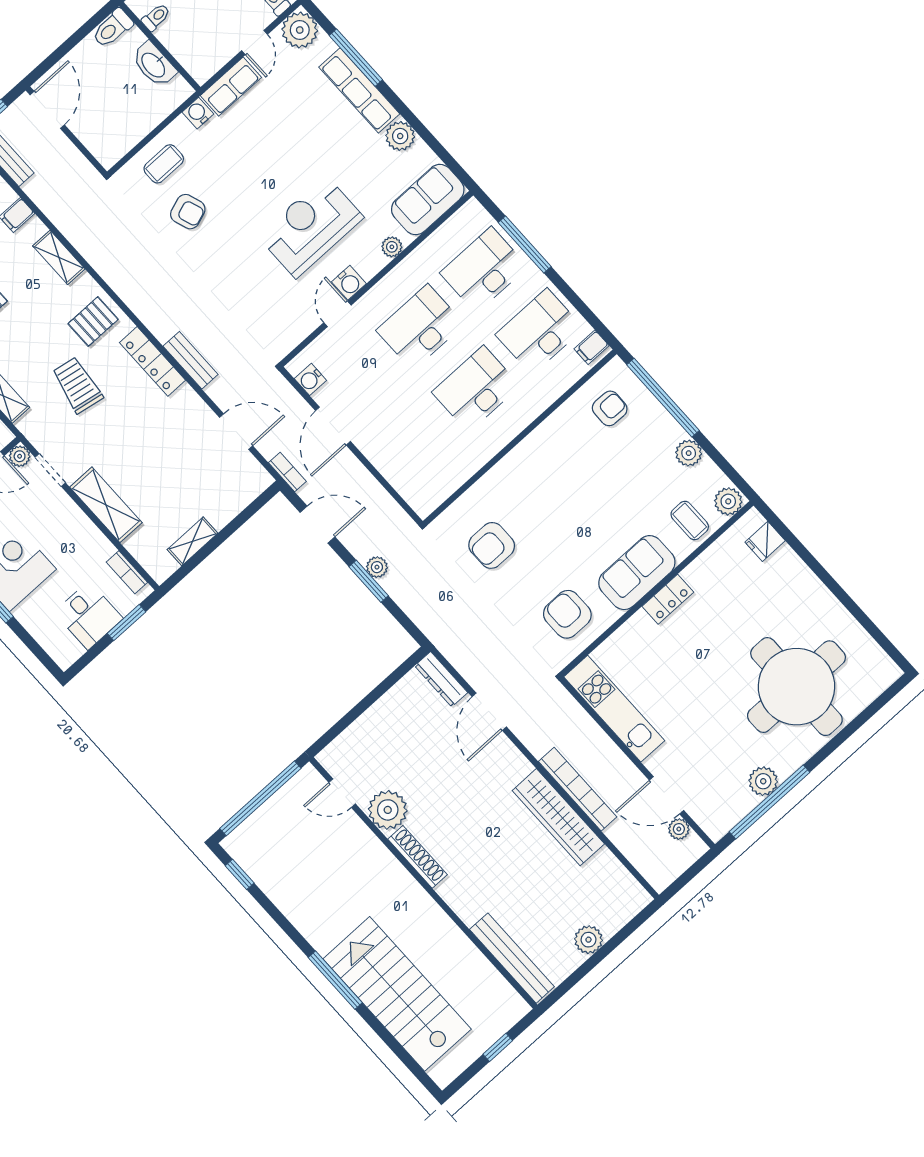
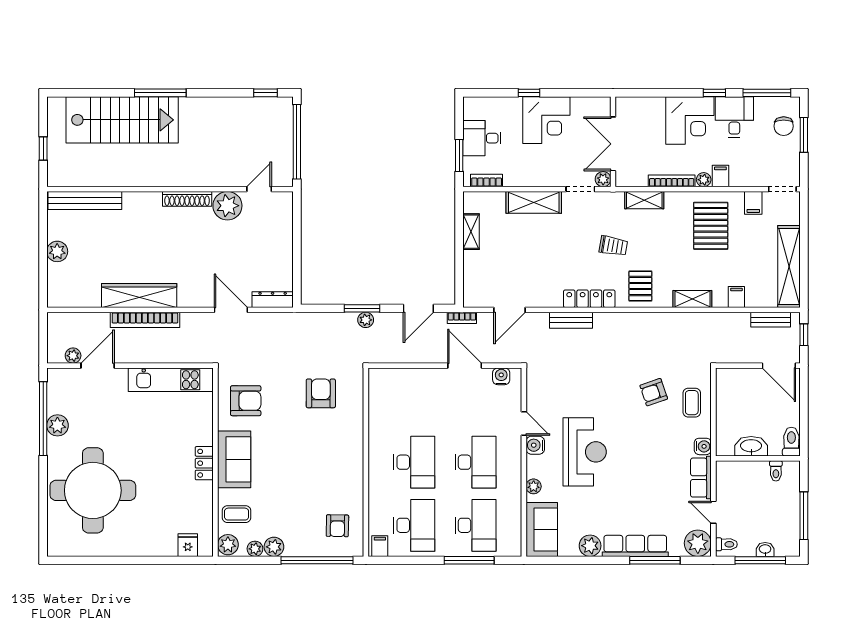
trolley: (77, 385) -> (613, 246), width x0.73, depth x0.72
plant: (708, 470) -> (255, 549), added

